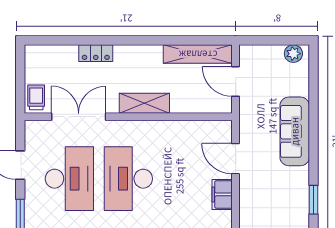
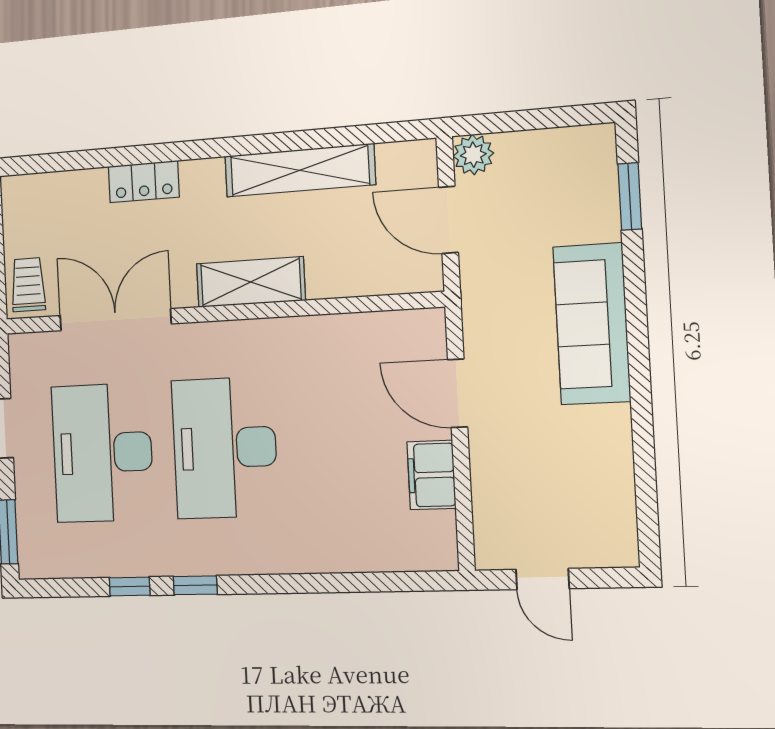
shelving: (198, 54) -> (300, 170), moved
plant: (293, 54) -> (473, 155), moved
desk: (69, 179) -> (103, 453), turned 180
window: (314, 200) -> (630, 196), moved

